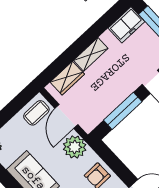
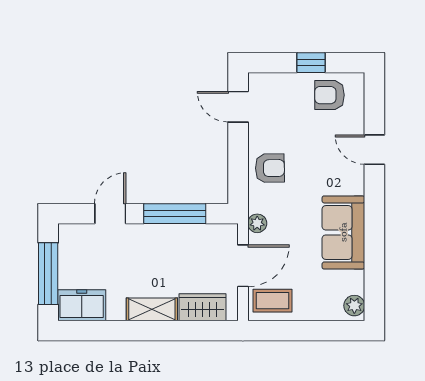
plant: (75, 147) -> (257, 223), width x0.53, depth x0.53

